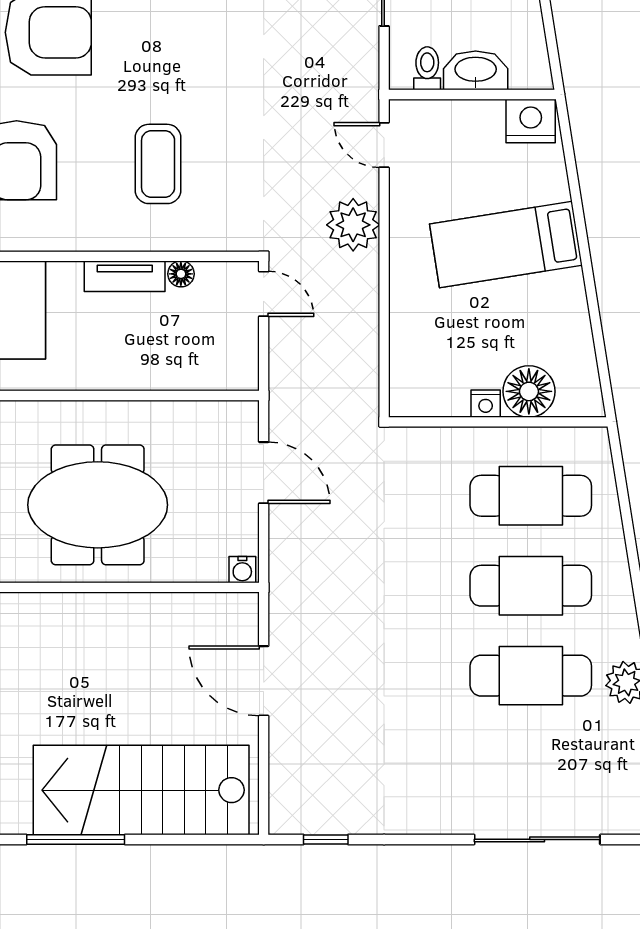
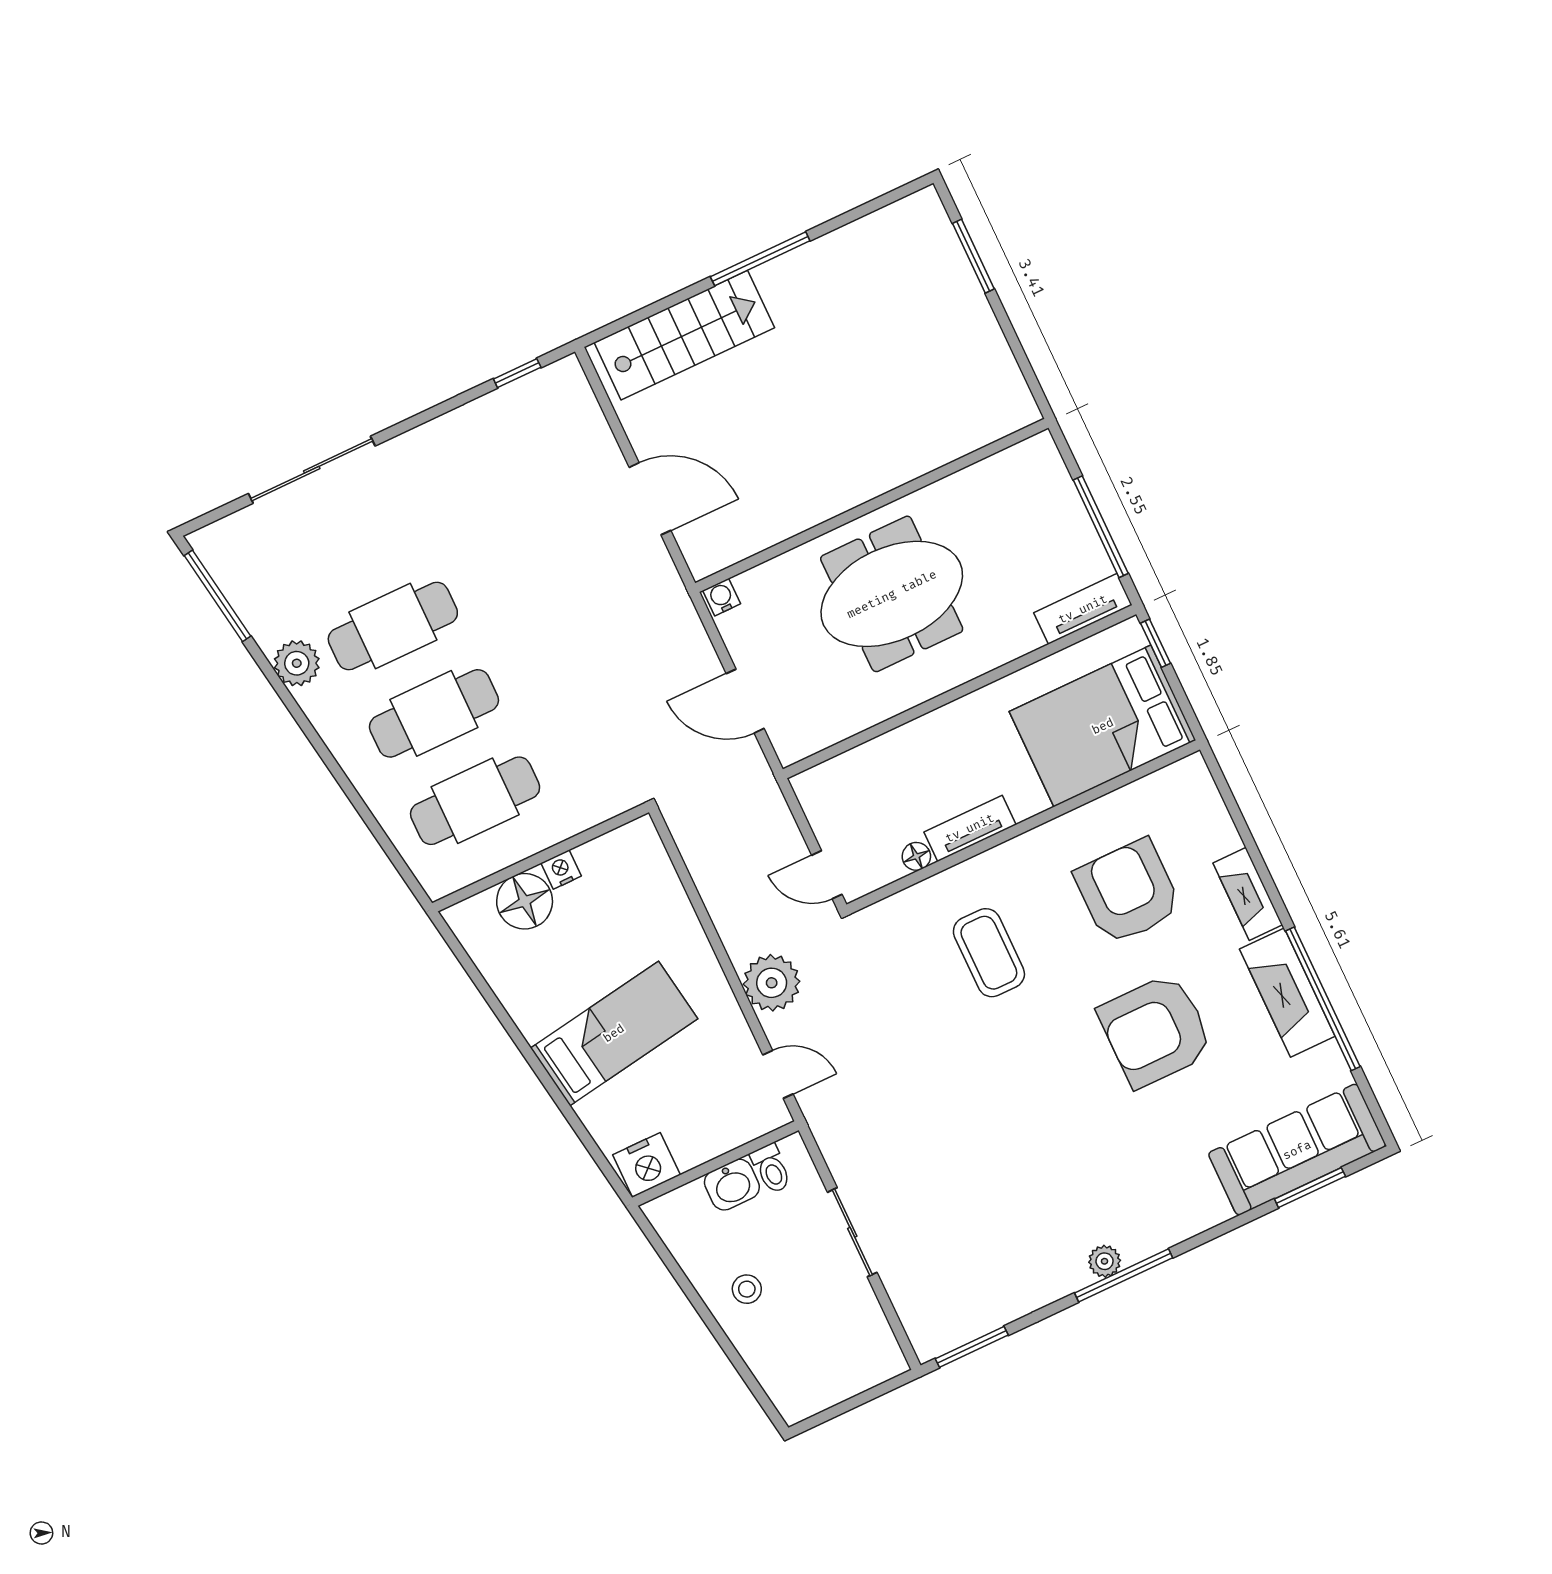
washbasin: (476, 70) -> (732, 1185), width x0.72
stairs: (141, 790) -> (684, 335), width x0.73, depth x0.66

